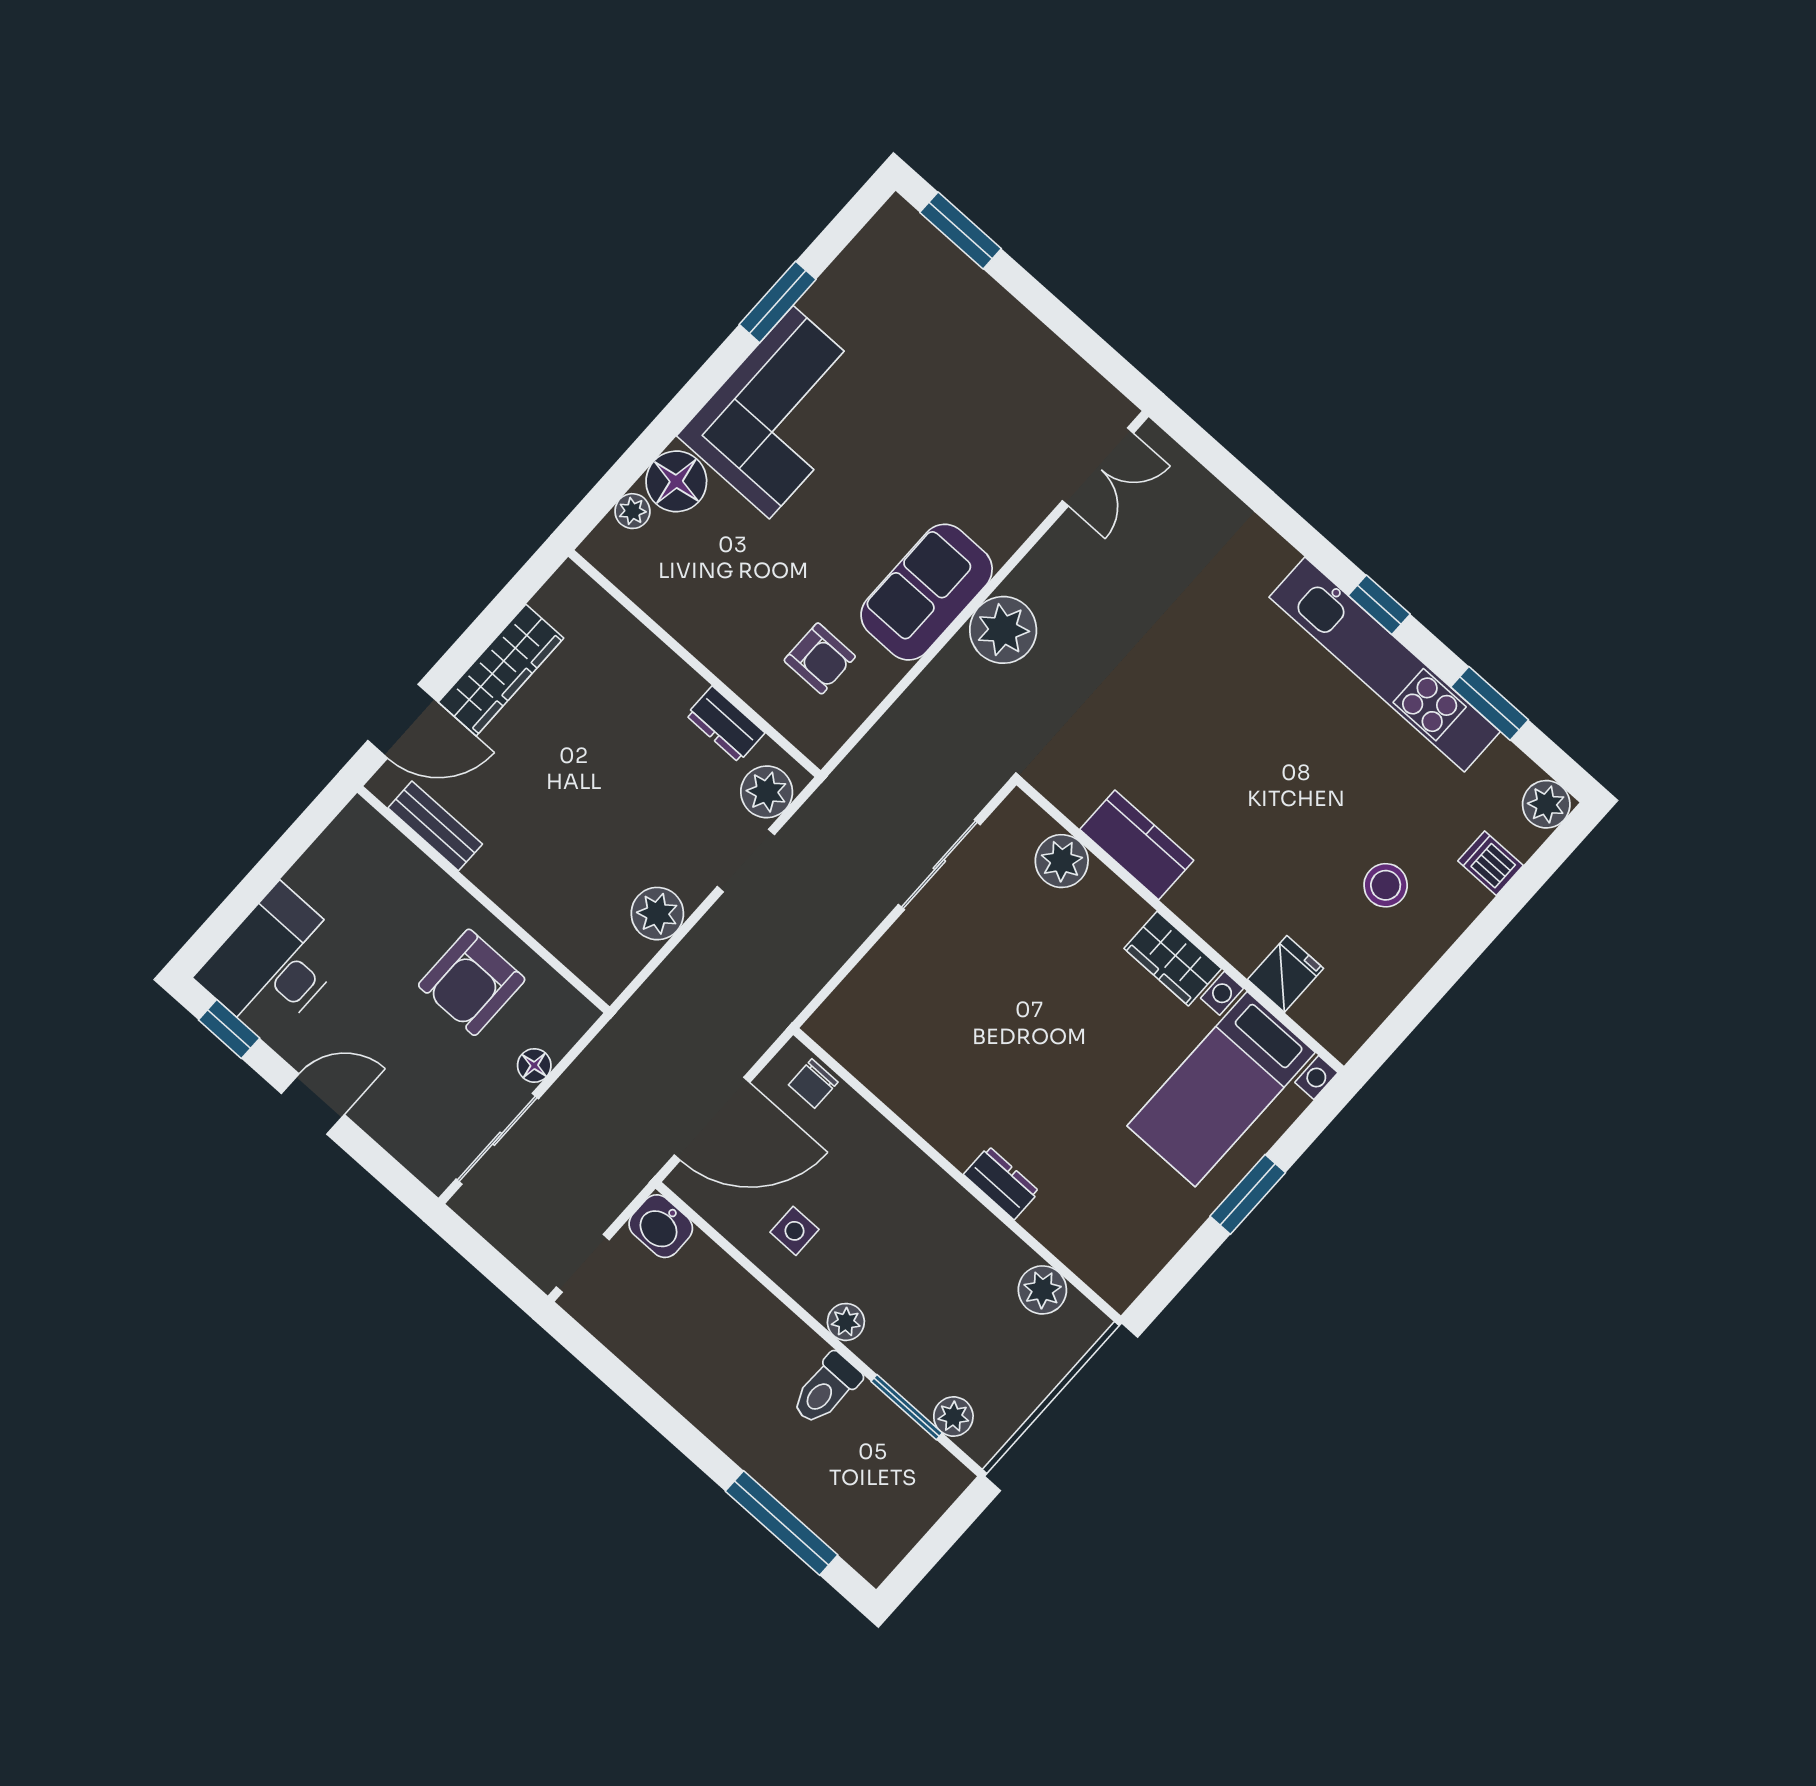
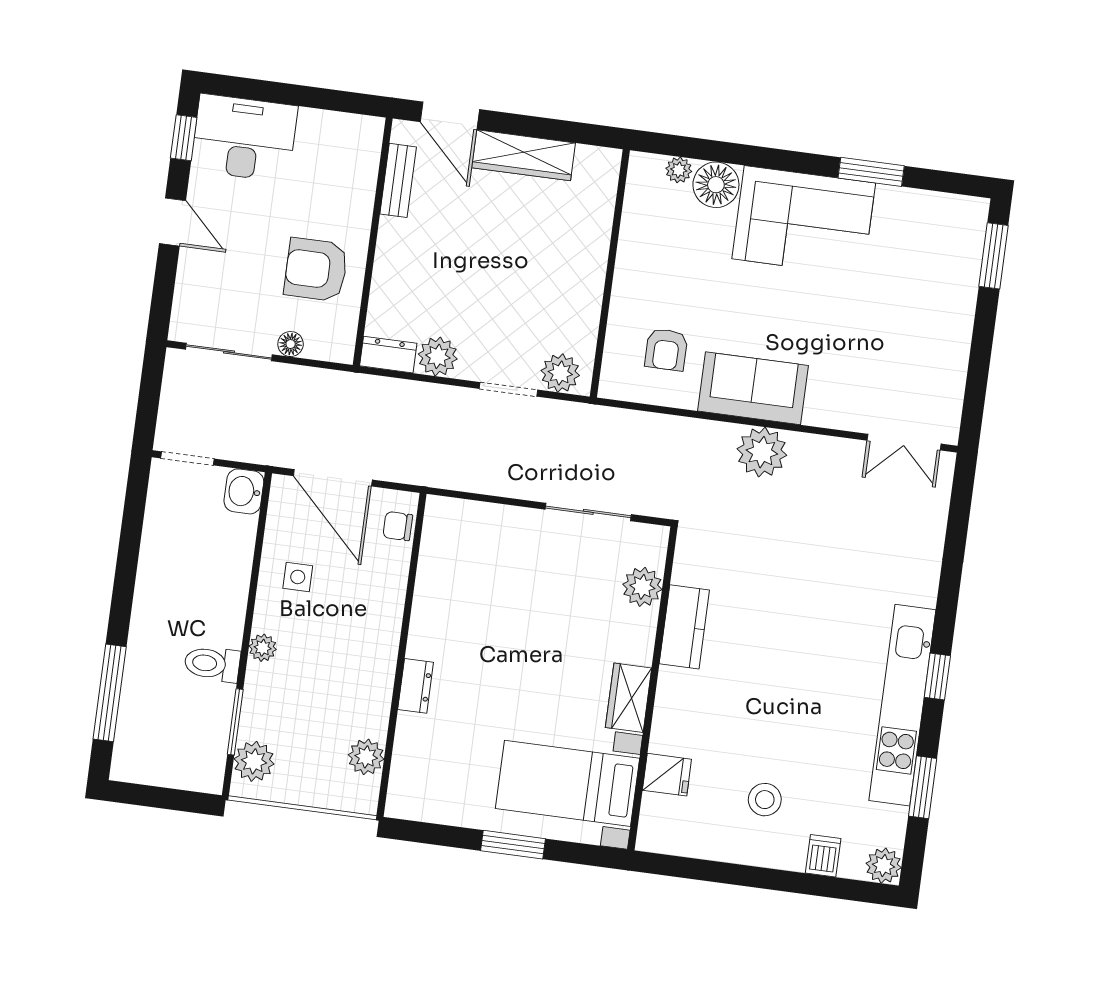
dresser: (725, 724) -> (388, 355), moved, turned 90
plant: (953, 1416) -> (254, 761), width x1.38, depth x1.38

